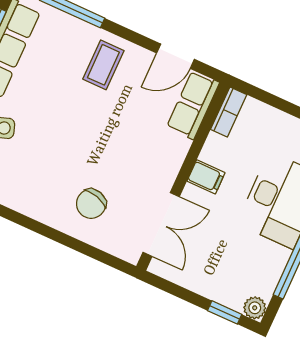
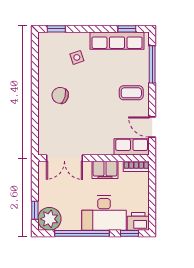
filing cabinet: (206, 177) -> (105, 170), width x2.00
chair: (91, 204) -> (60, 95), moved
plant: (255, 308) -> (49, 219), width x1.87, depth x1.87

